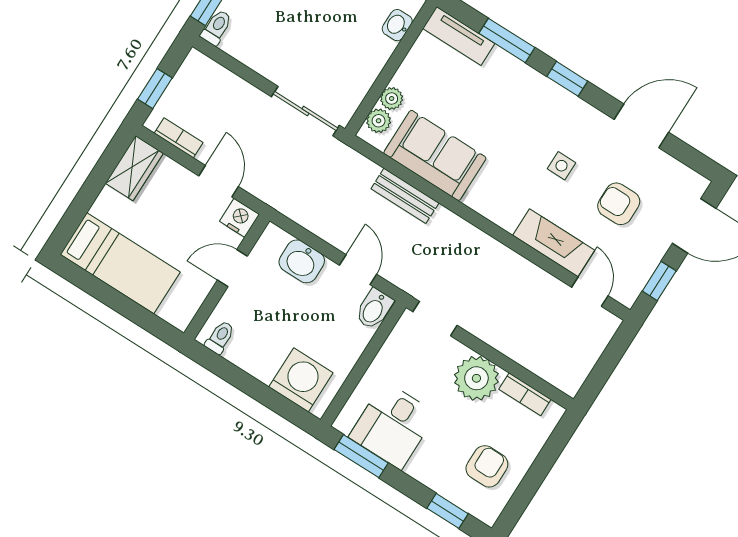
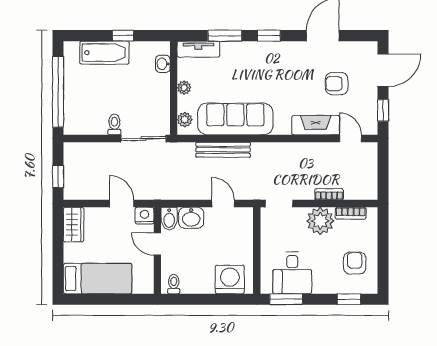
toilet: (216, 27) -> (114, 125), moved
plant: (392, 98) -> (184, 88), moved
bookcase: (179, 138) -> (329, 194), moved
sofa: (435, 155) -> (235, 119), width x1.36
side table: (561, 166) -> (294, 83), removed
bench: (405, 196) -> (223, 150), width x1.36
door: (232, 268) -> (157, 244), hinge flipped
bidet: (374, 309) -> (169, 219), moved

